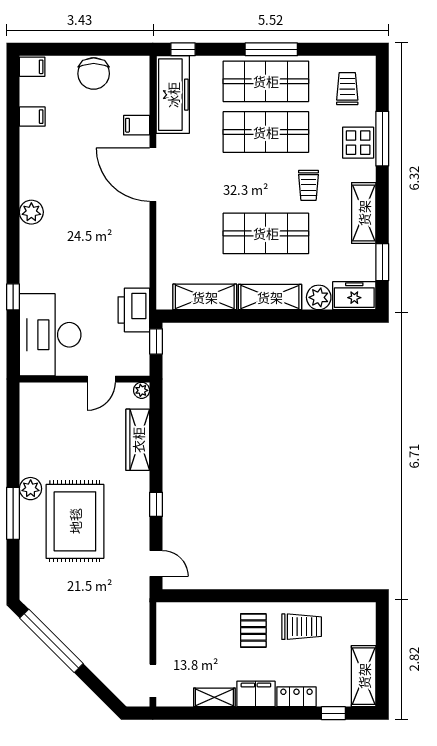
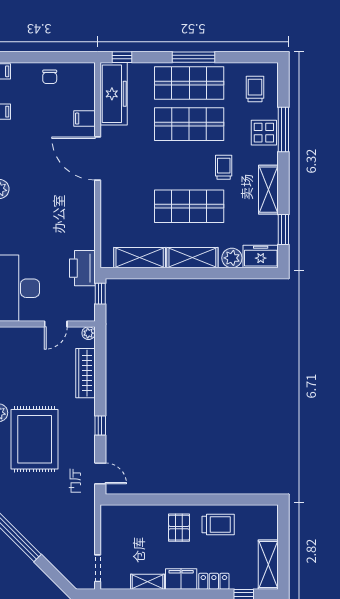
chair: (94, 74) -> (50, 77), width x0.54, depth x0.54
trolley: (309, 185) -> (224, 167), turned 180

